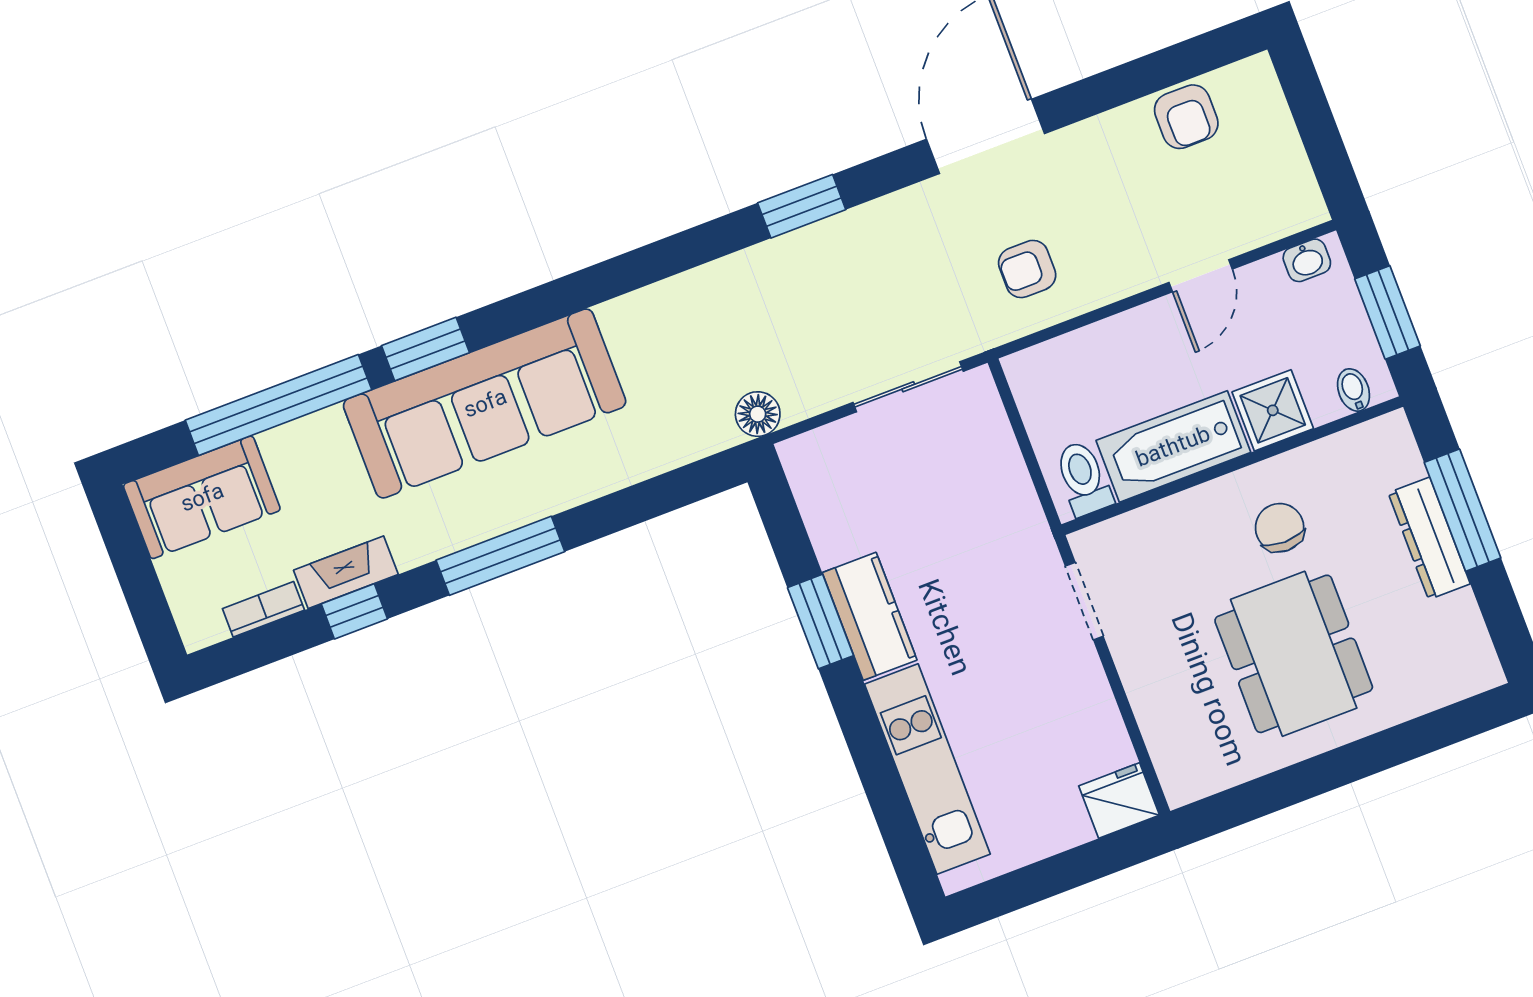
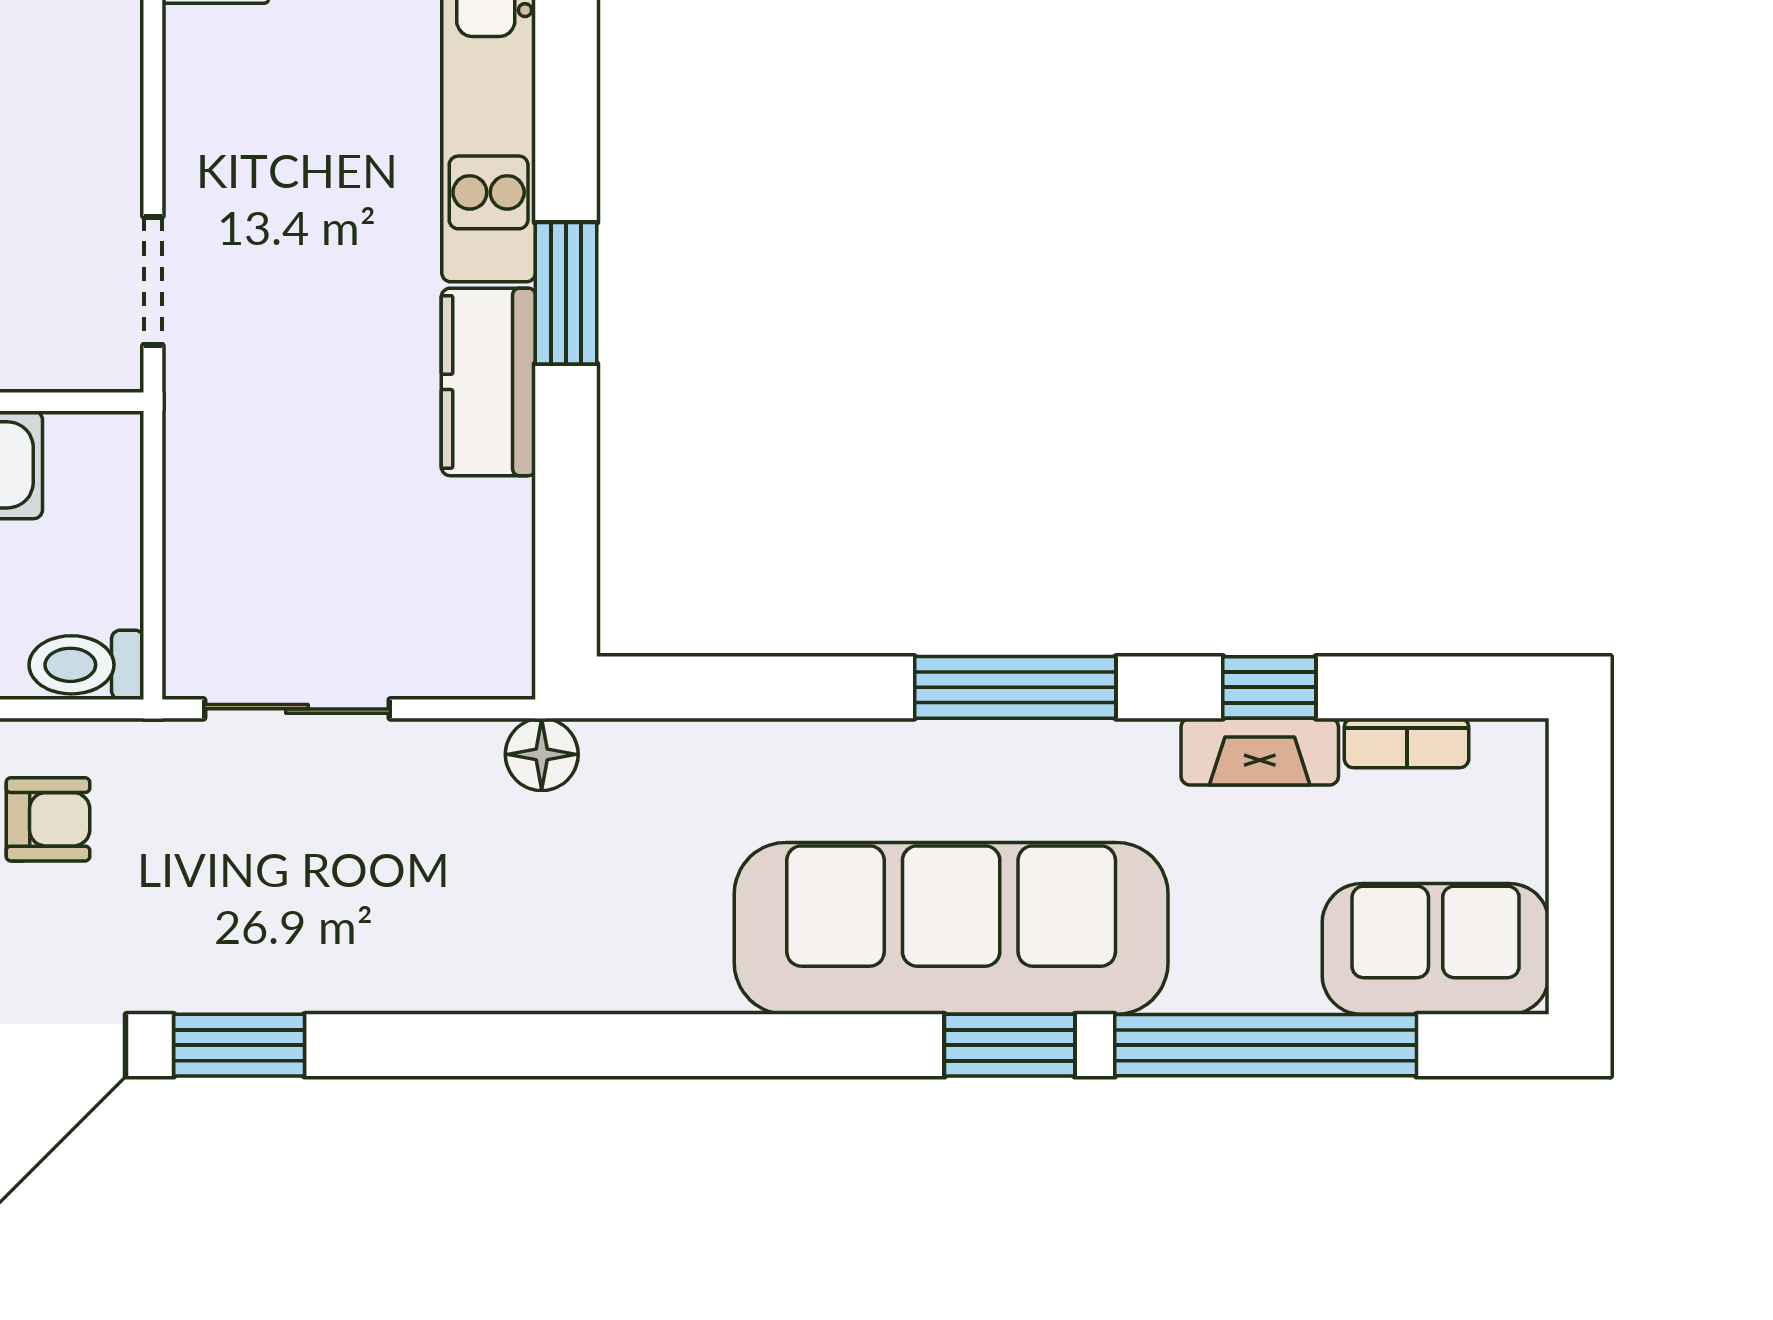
window: (802, 206) -> (239, 1045), moved
toilet: (1083, 478) -> (86, 665), moved, turned 90
window: (821, 622) -> (566, 293), moved

